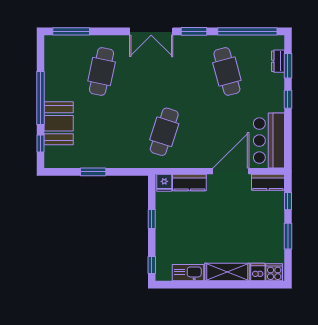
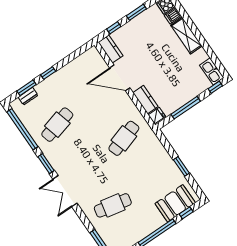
double door: (151, 31) -> (65, 191), swing flipped
booth: (59, 123) -> (175, 203), moved
cafe table: (164, 132) -> (124, 138), turned -36
bar counter: (269, 141) -> (83, 67), removed
window: (152, 219) -> (186, 108), width x2.17
kitchen sink: (188, 273) -> (212, 71), moved

